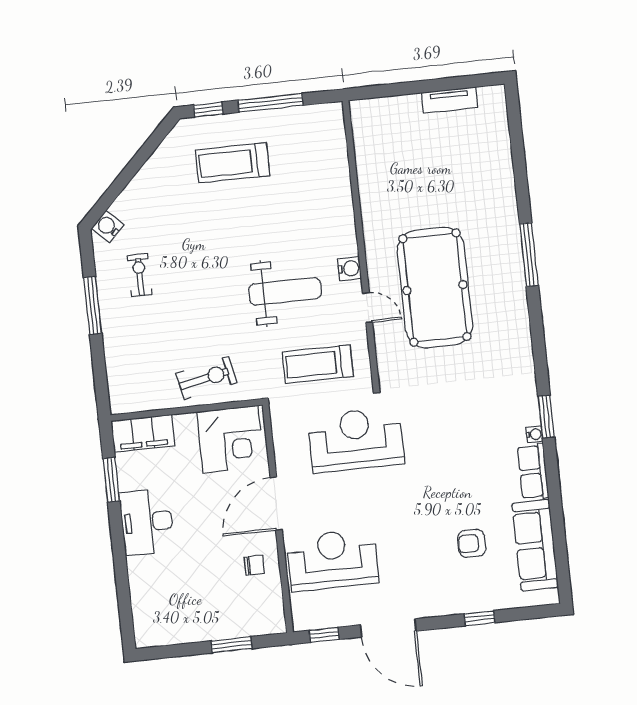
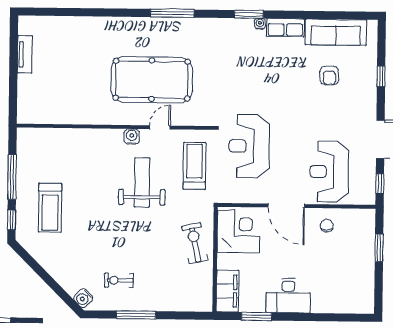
window: (529, 255) -> (172, 13), moved
treadmill: (318, 364) -> (194, 166), turned 180

